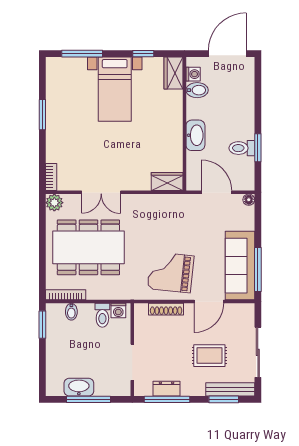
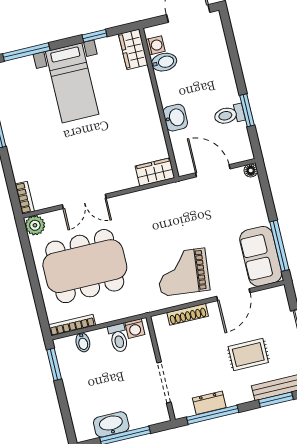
washbasin: (195, 135) -> (175, 118), width x0.72
sofa: (240, 266) -> (261, 256), width x0.73

